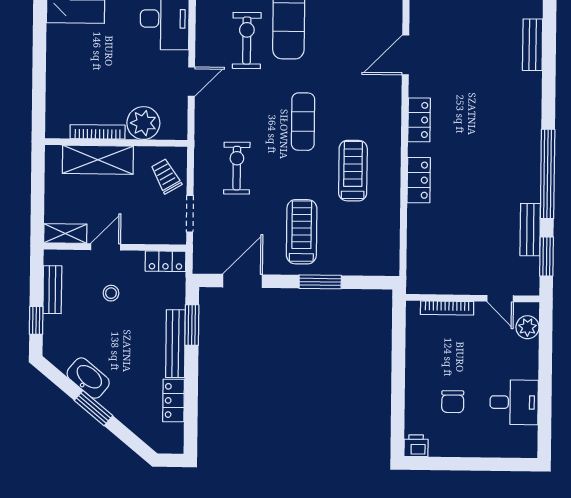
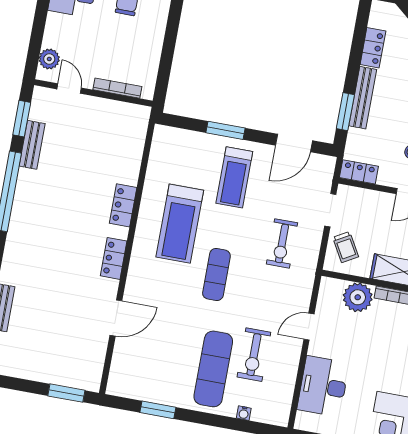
treadmill: (353, 171) -> (180, 224), width x1.37, depth x1.37

